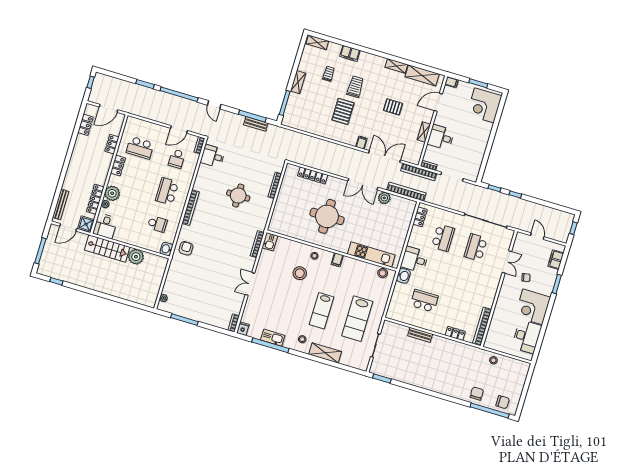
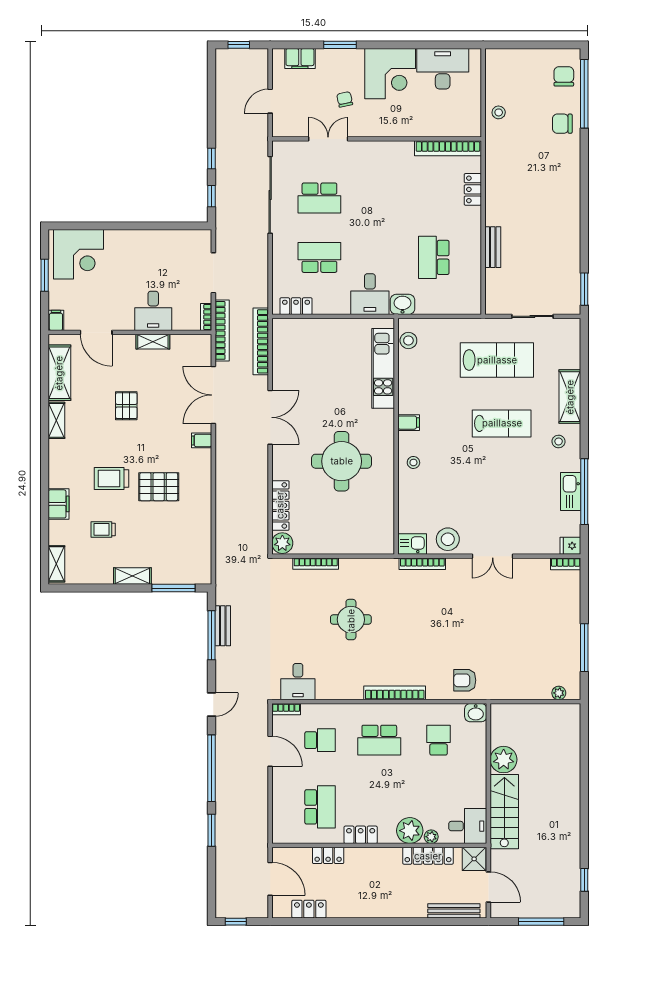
plant: (384, 198) -> (282, 543), moved
stool: (300, 273) -> (448, 539), moved

